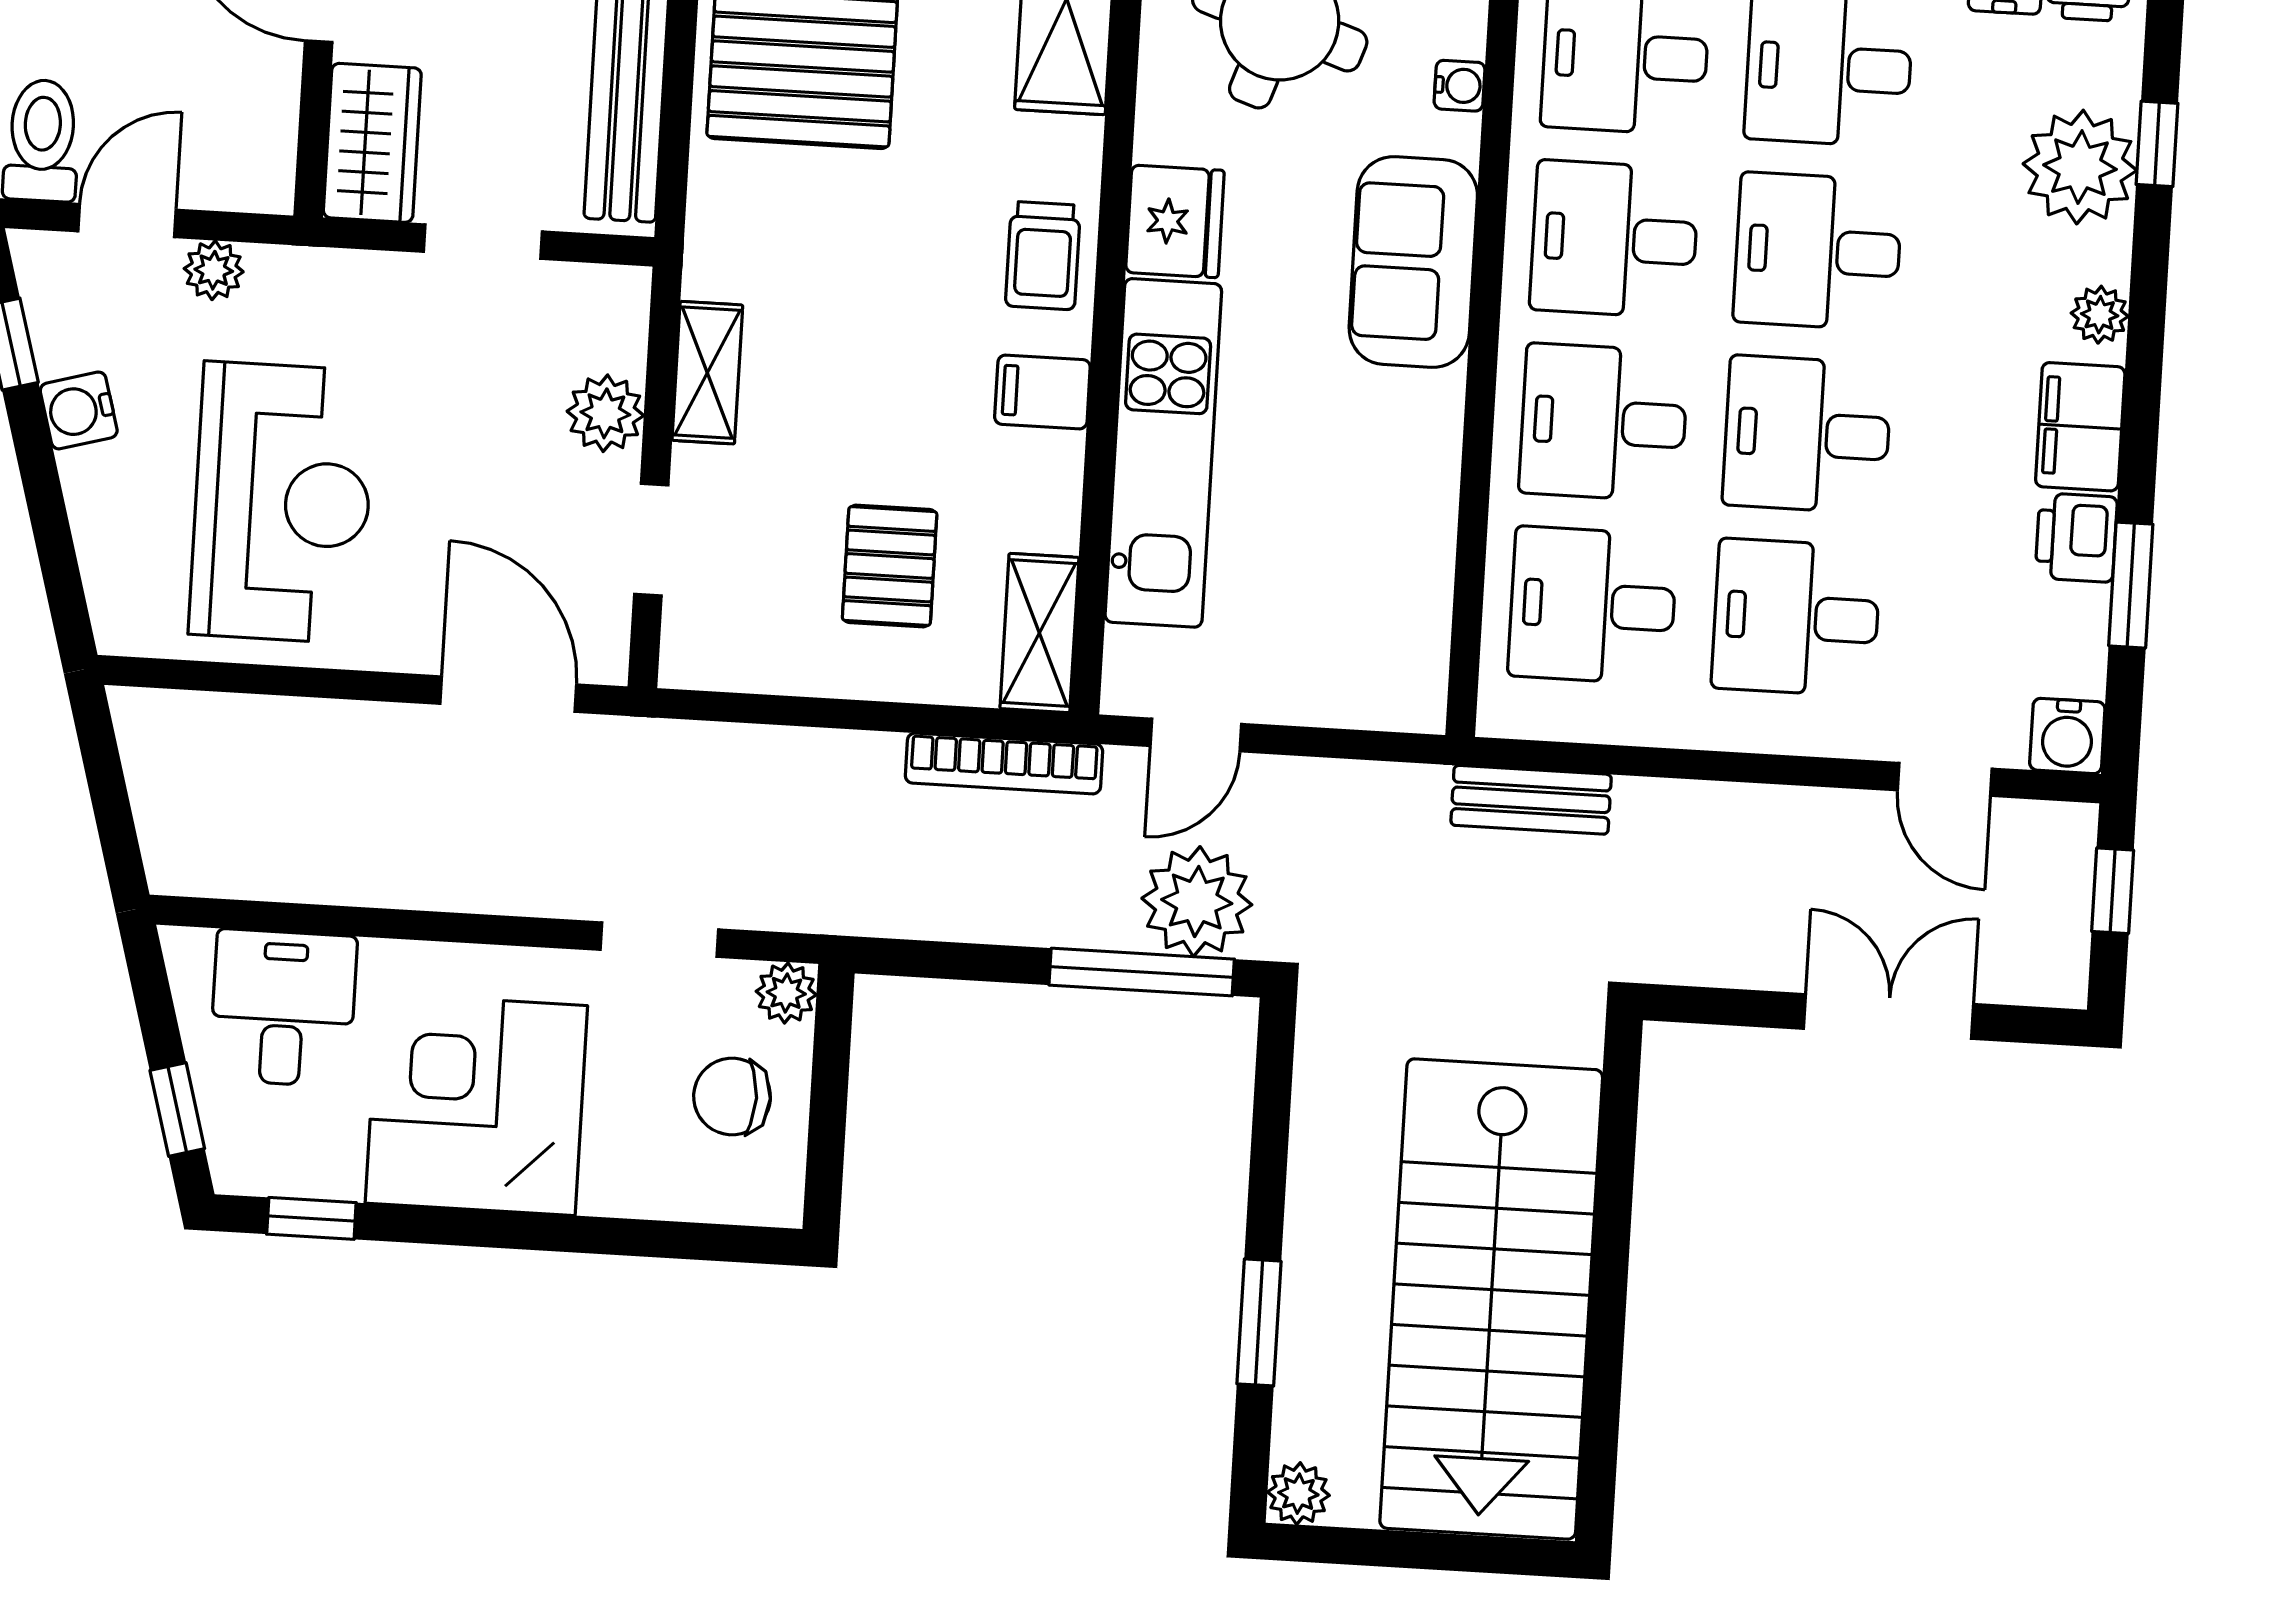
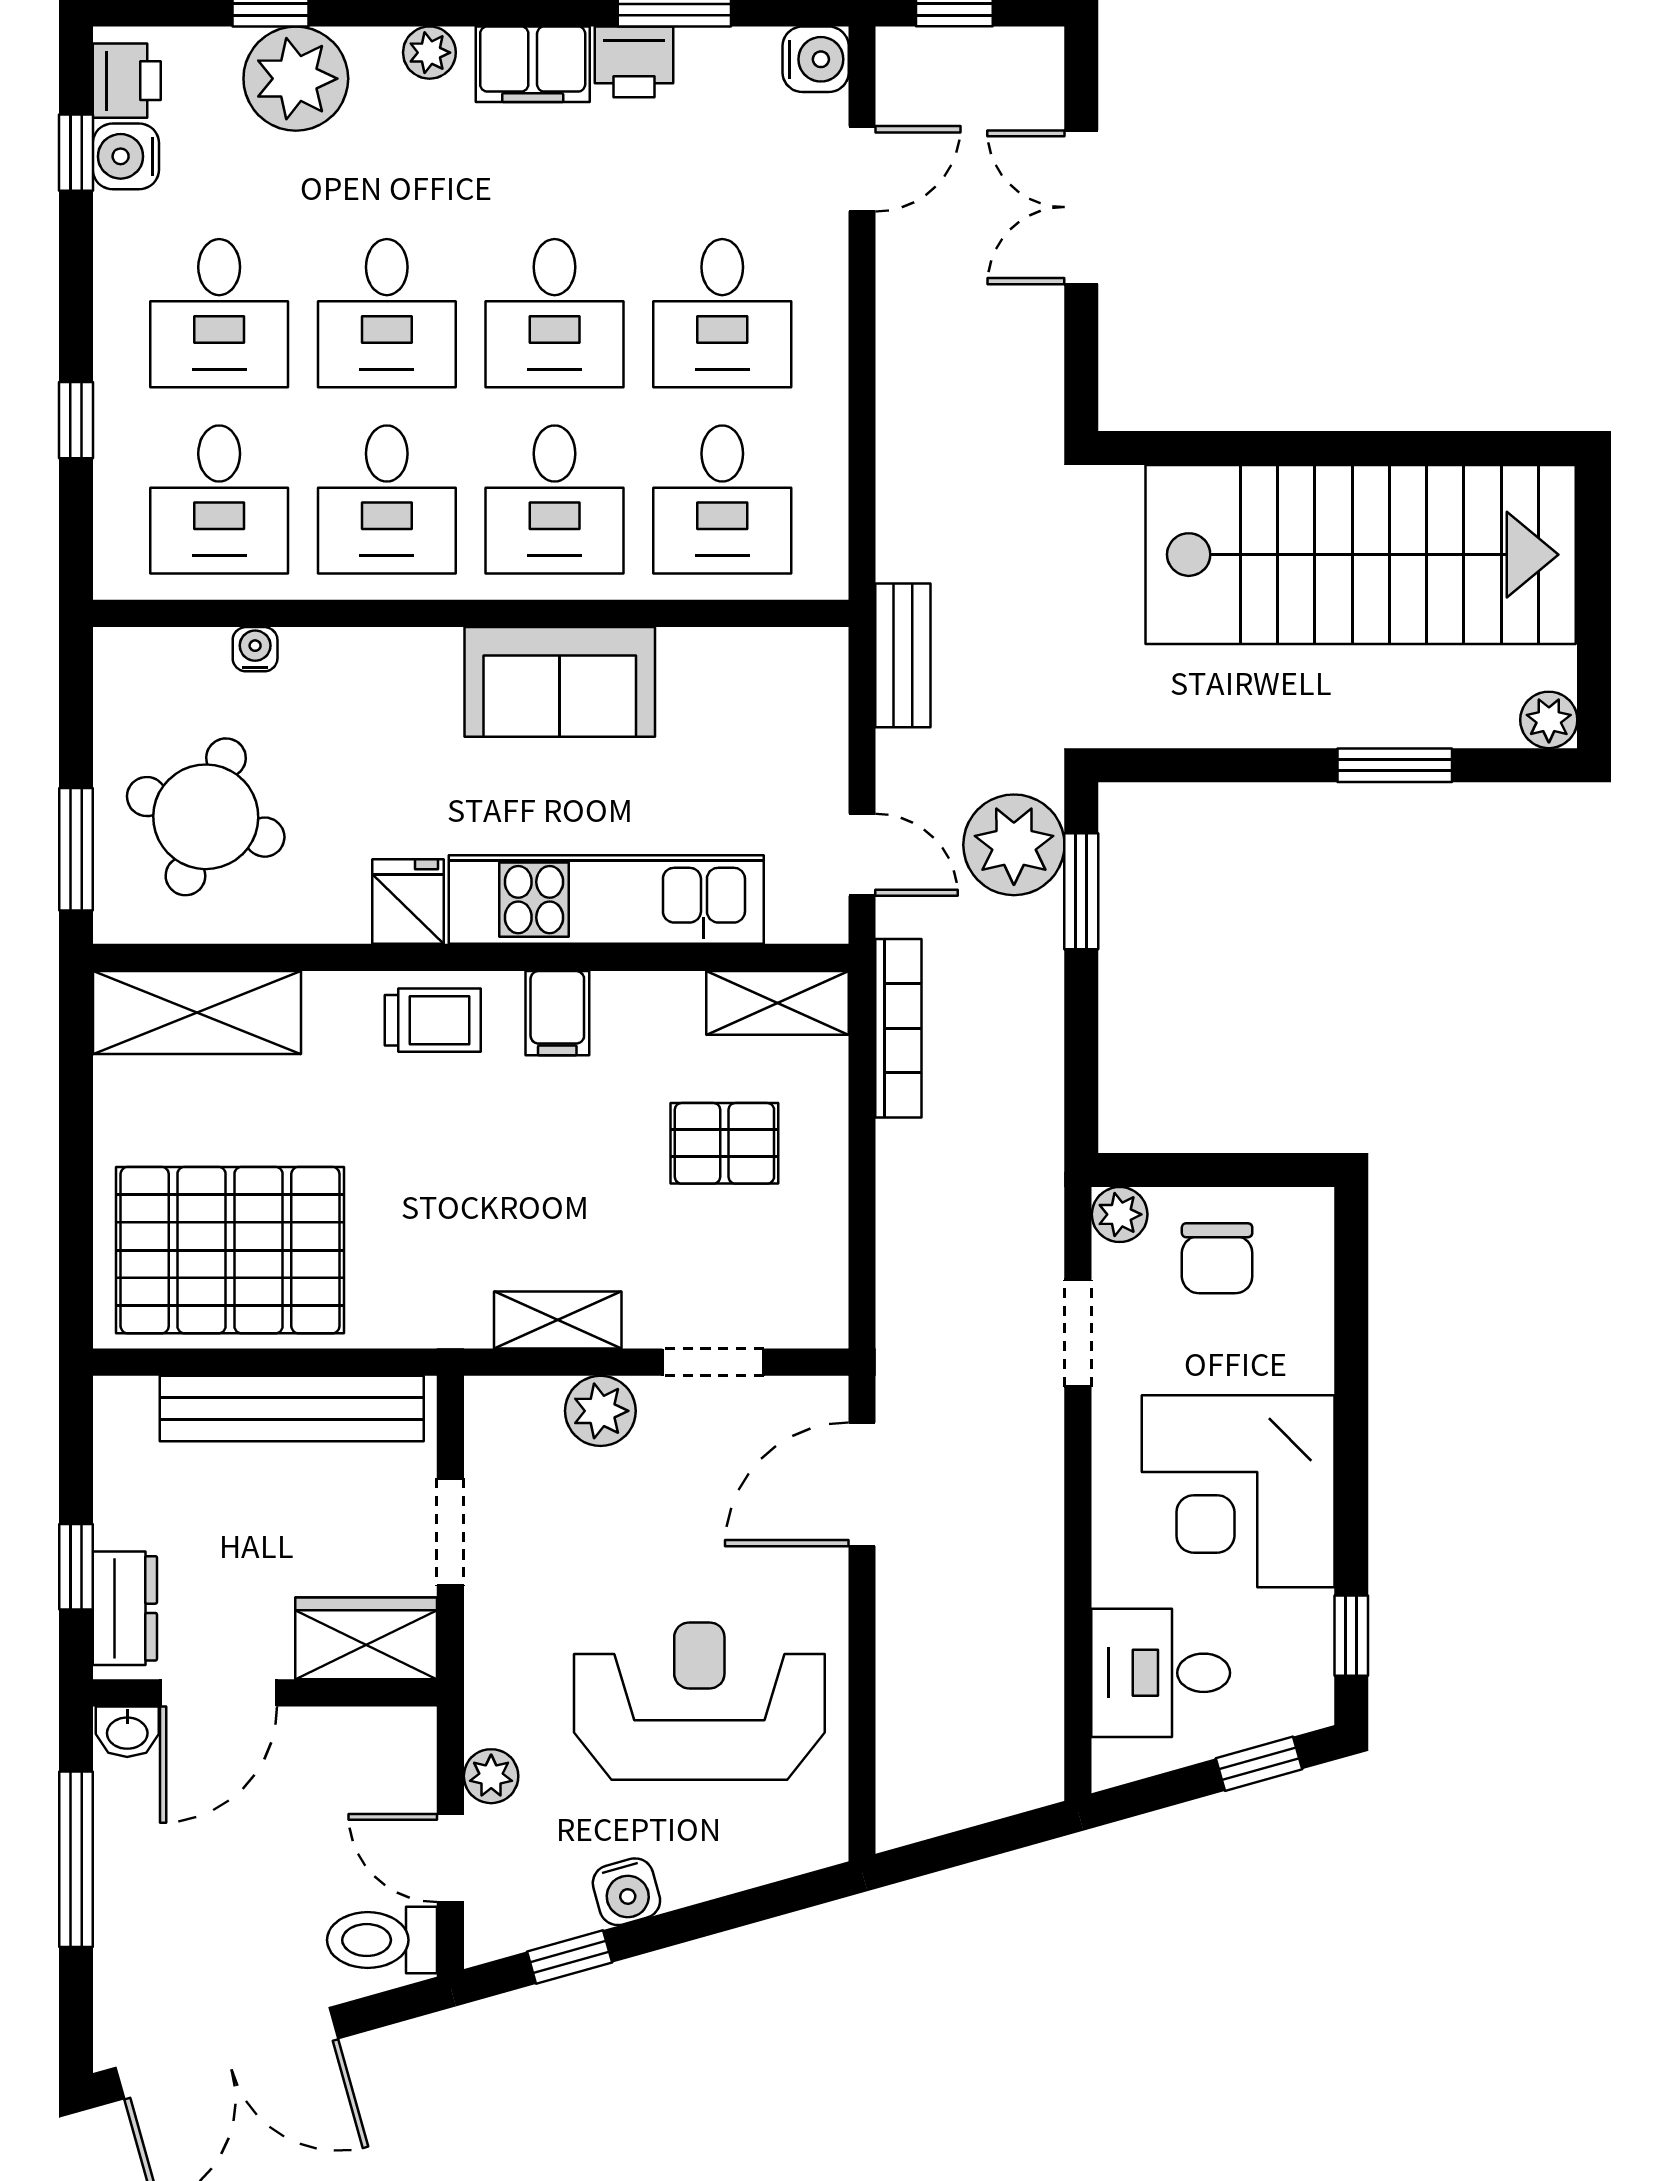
fridge: (1175, 221) -> (408, 902), width x0.72
sofa: (1413, 262) -> (560, 682), moved
bench: (1531, 800) -> (903, 655), moved
window: (1142, 972) -> (1081, 891), width x0.69

